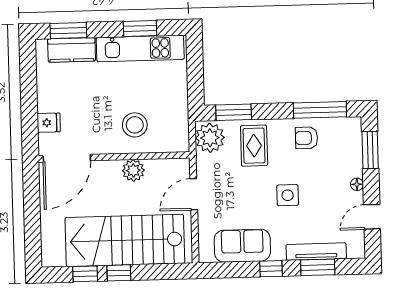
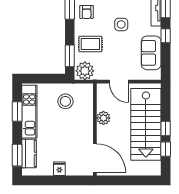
fridge: (49, 123) -> (59, 169), moved
stool: (135, 125) -> (65, 101), moved

